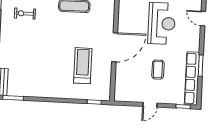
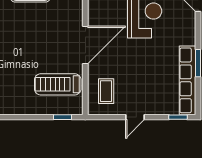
treadmill: (83, 66) -> (58, 84), moved, turned -90
coffee table: (158, 70) -> (106, 91), moved

